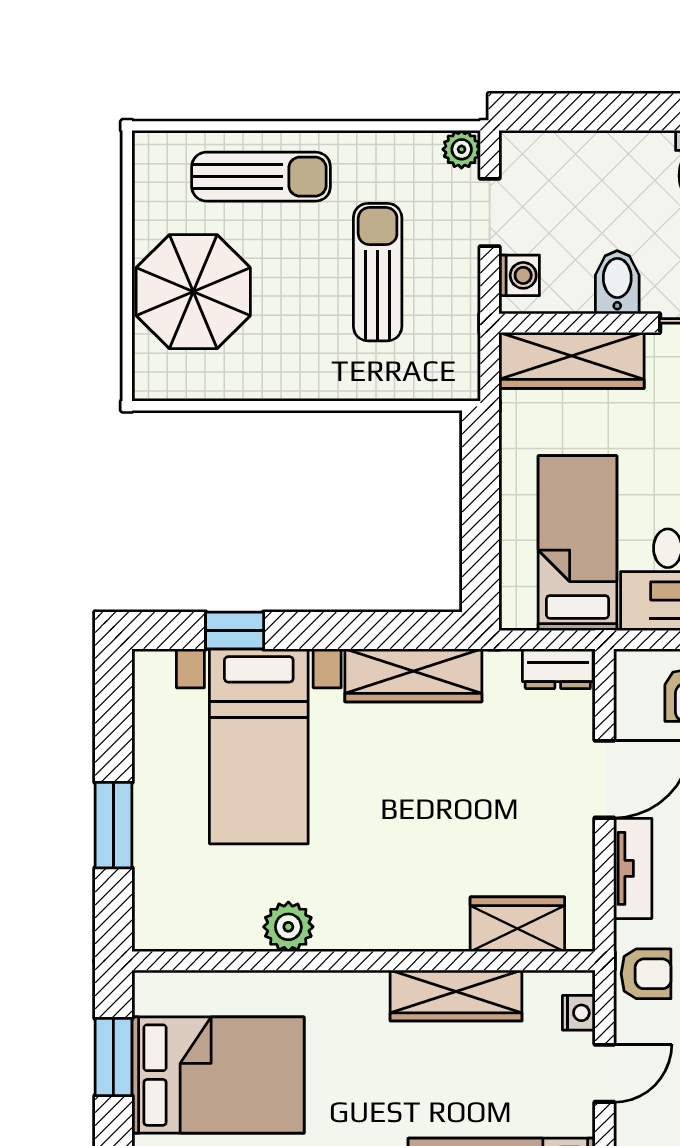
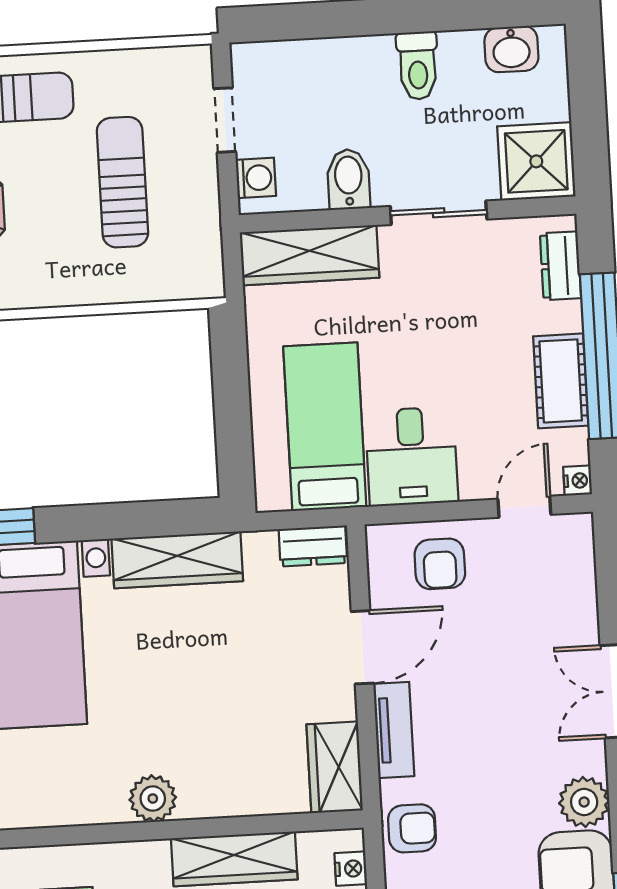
plant: (462, 149) -> (195, 62), removed
wardrobe: (517, 924) -> (335, 767), moved, turned -90
plant: (288, 927) -> (153, 799), moved

